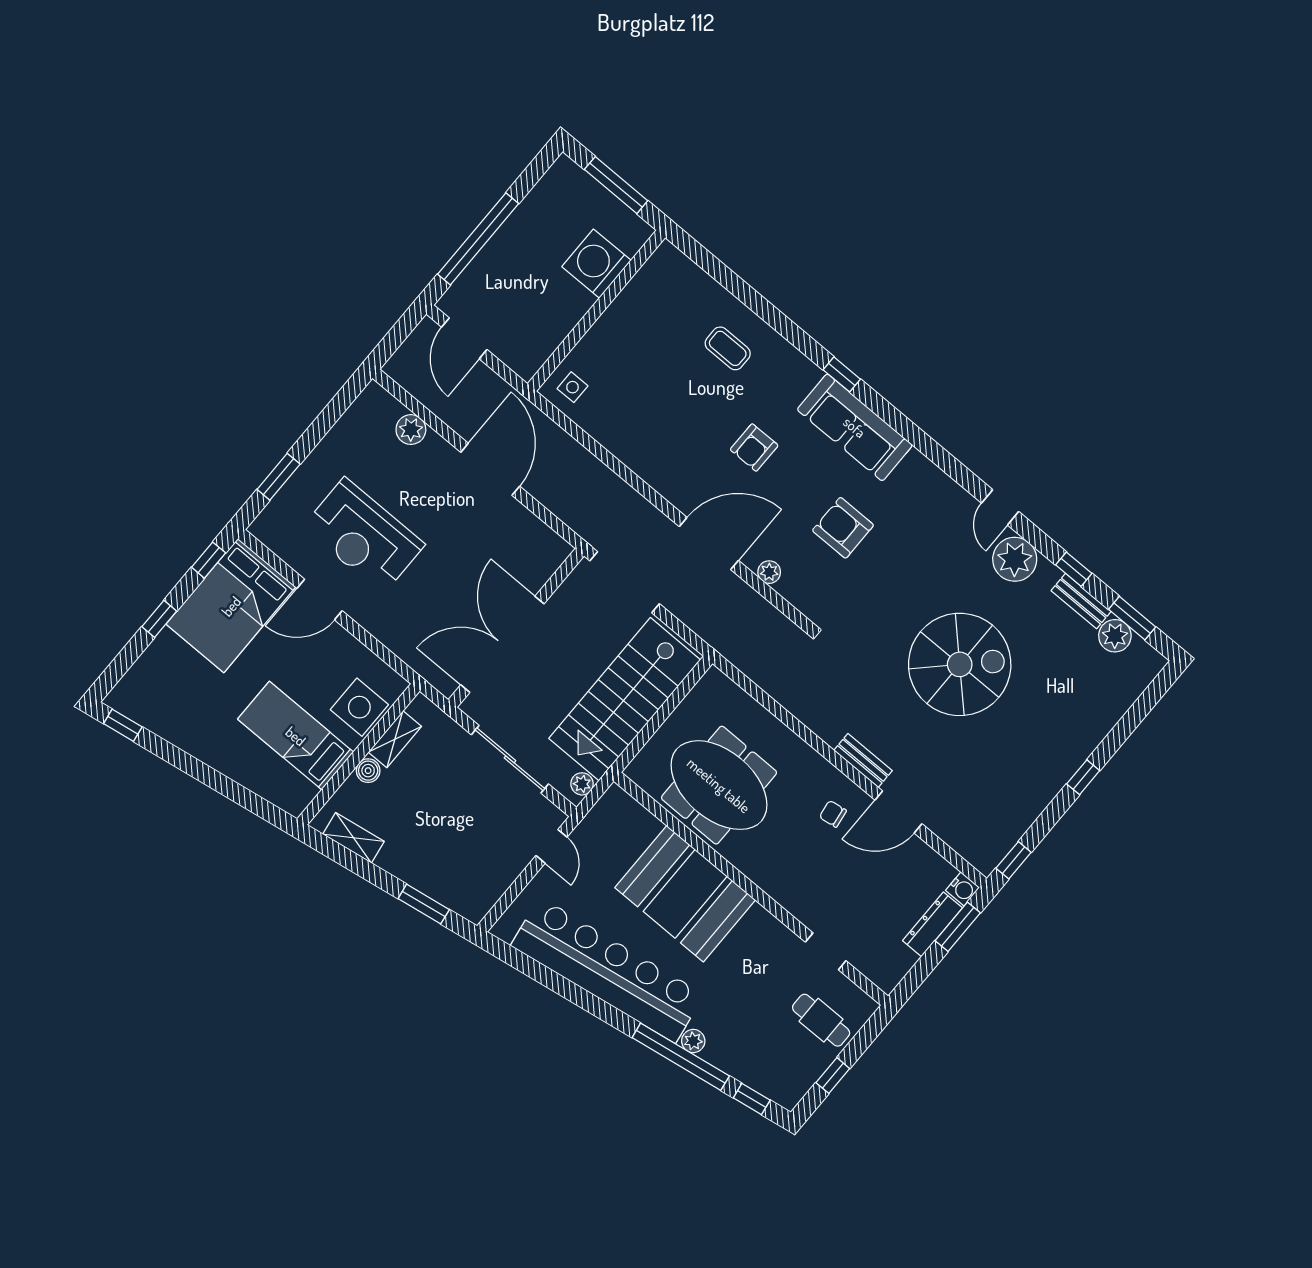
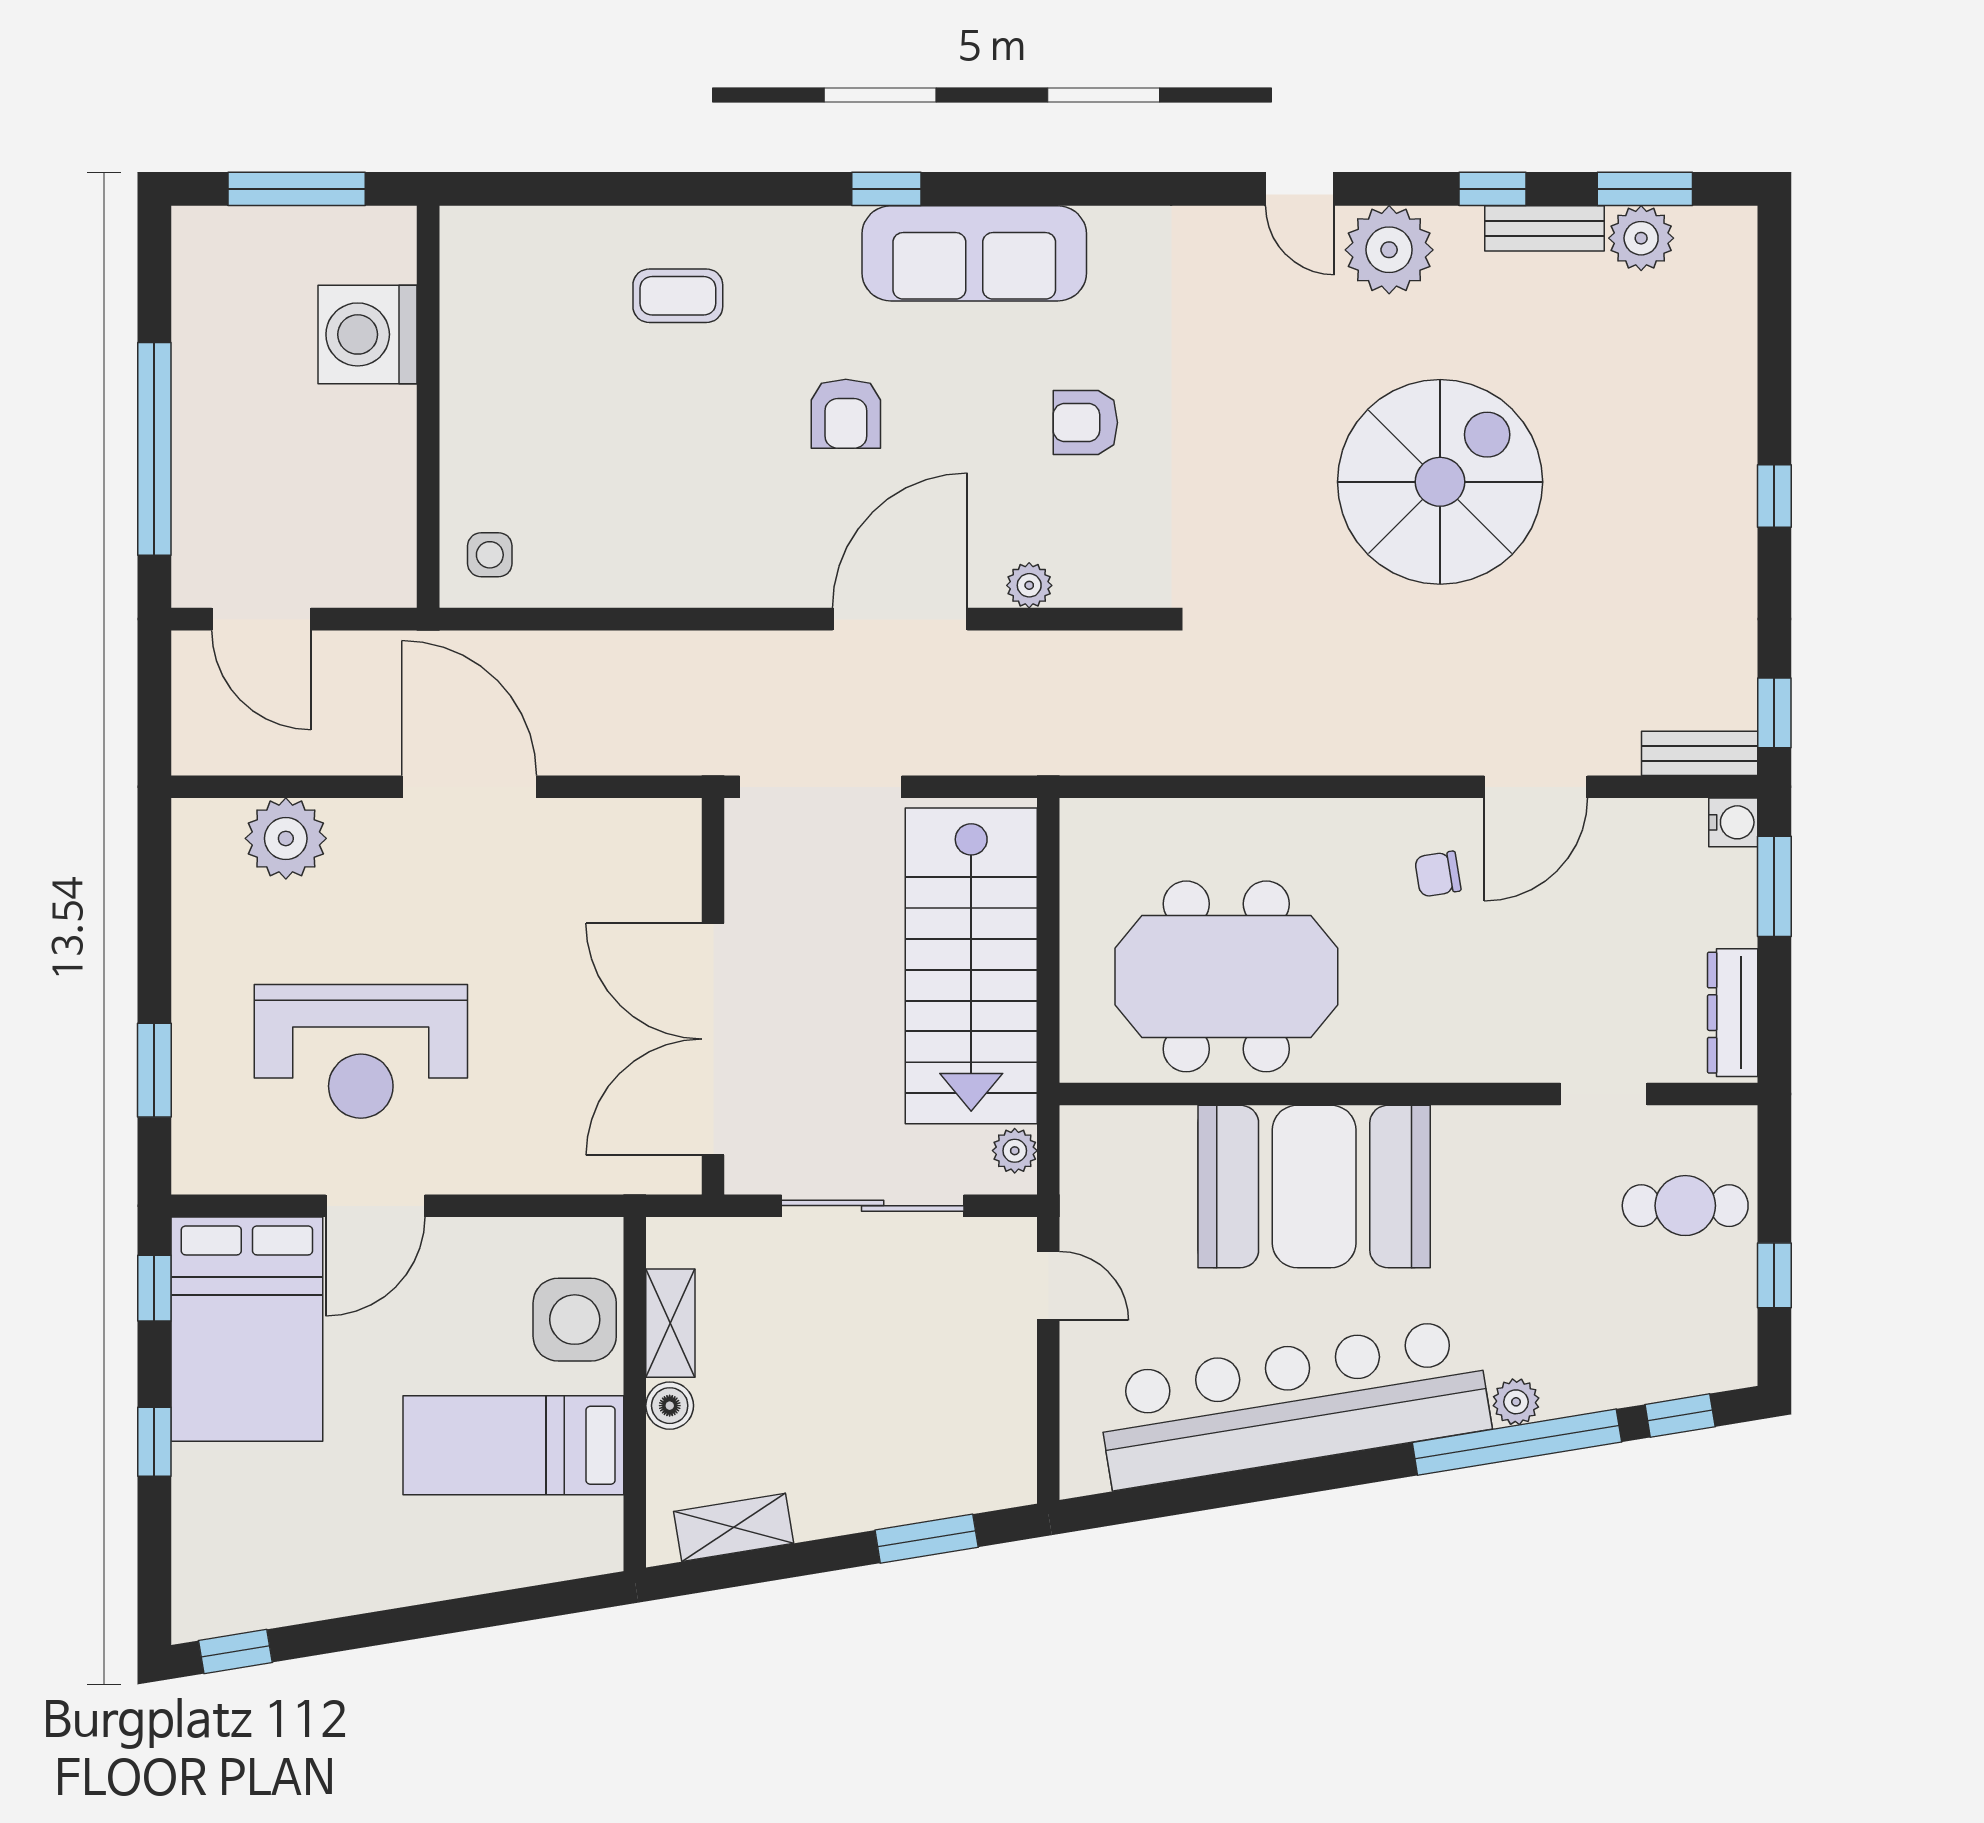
plant: (411, 430) -> (286, 838), width x1.36, depth x1.36
armchair: (843, 528) -> (1085, 423), width x0.72, depth x0.72
bench: (863, 760) -> (1700, 753), moved
dresser: (933, 924) -> (1733, 1013), moved

